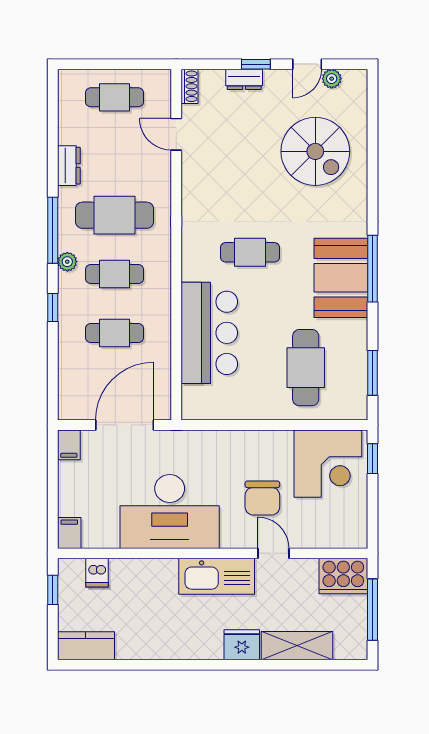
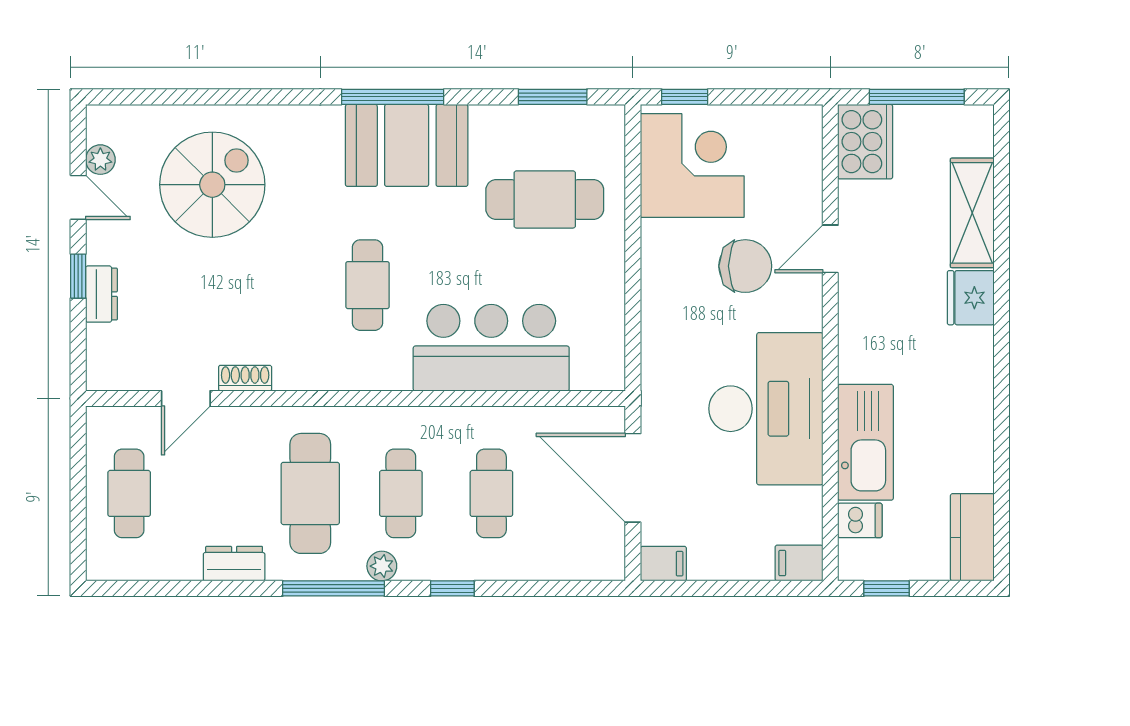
shoe rack: (189, 86) -> (245, 378), moved
kitchen sink: (217, 576) -> (866, 442), moved

